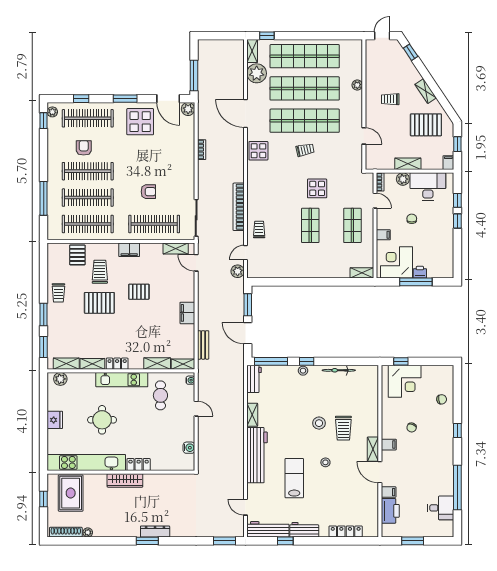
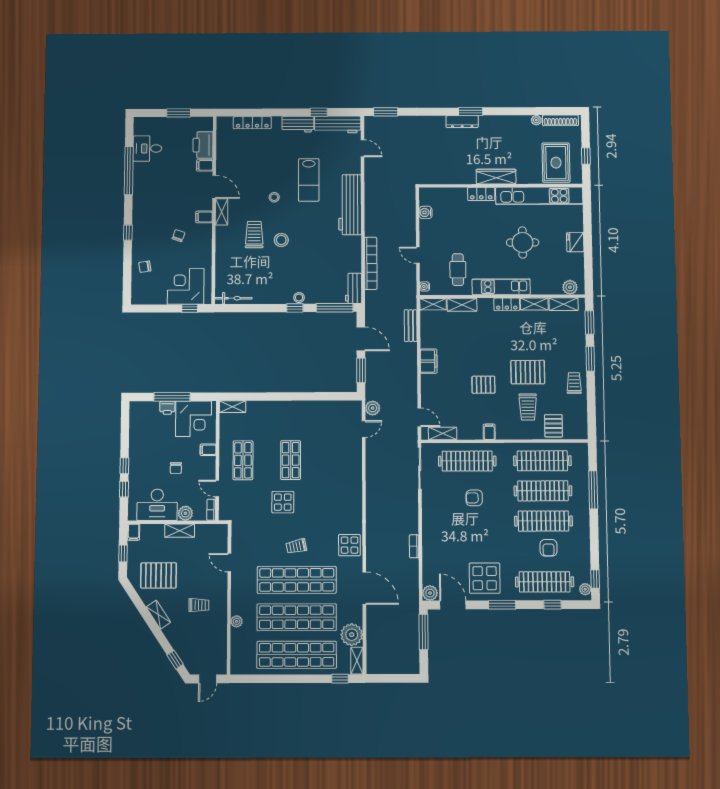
bookcase: (239, 207) -> (371, 263), moved
trolley: (259, 230) -> (348, 455), removed
filing cabinet: (129, 250) -> (489, 432), width x0.50
bicycle: (339, 370) -> (233, 298), moved
shelving: (252, 415) -> (355, 249), removed

